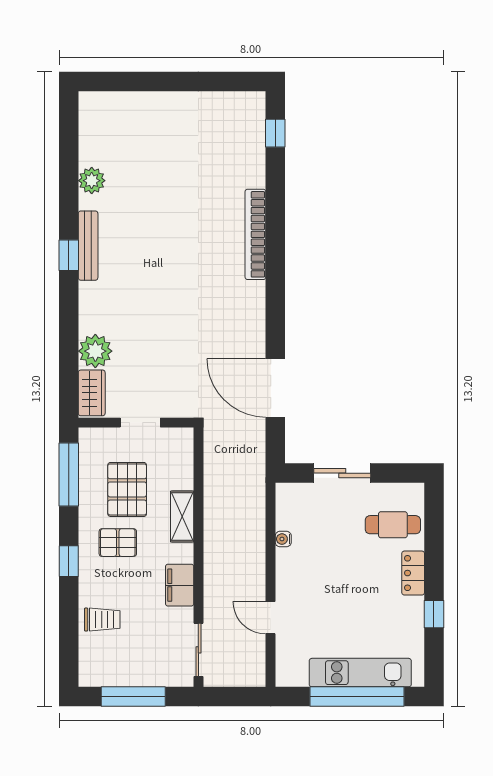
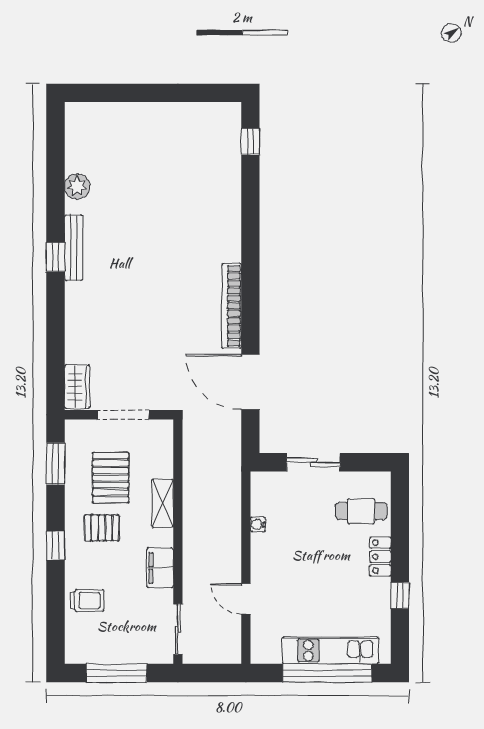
bookcase: (255, 234) -> (232, 306), moved
plant: (95, 351) -> (81, 347), removed
doorway: (140, 423) -> (123, 415), width x1.38
window: (69, 474) -> (55, 464), width x0.69

